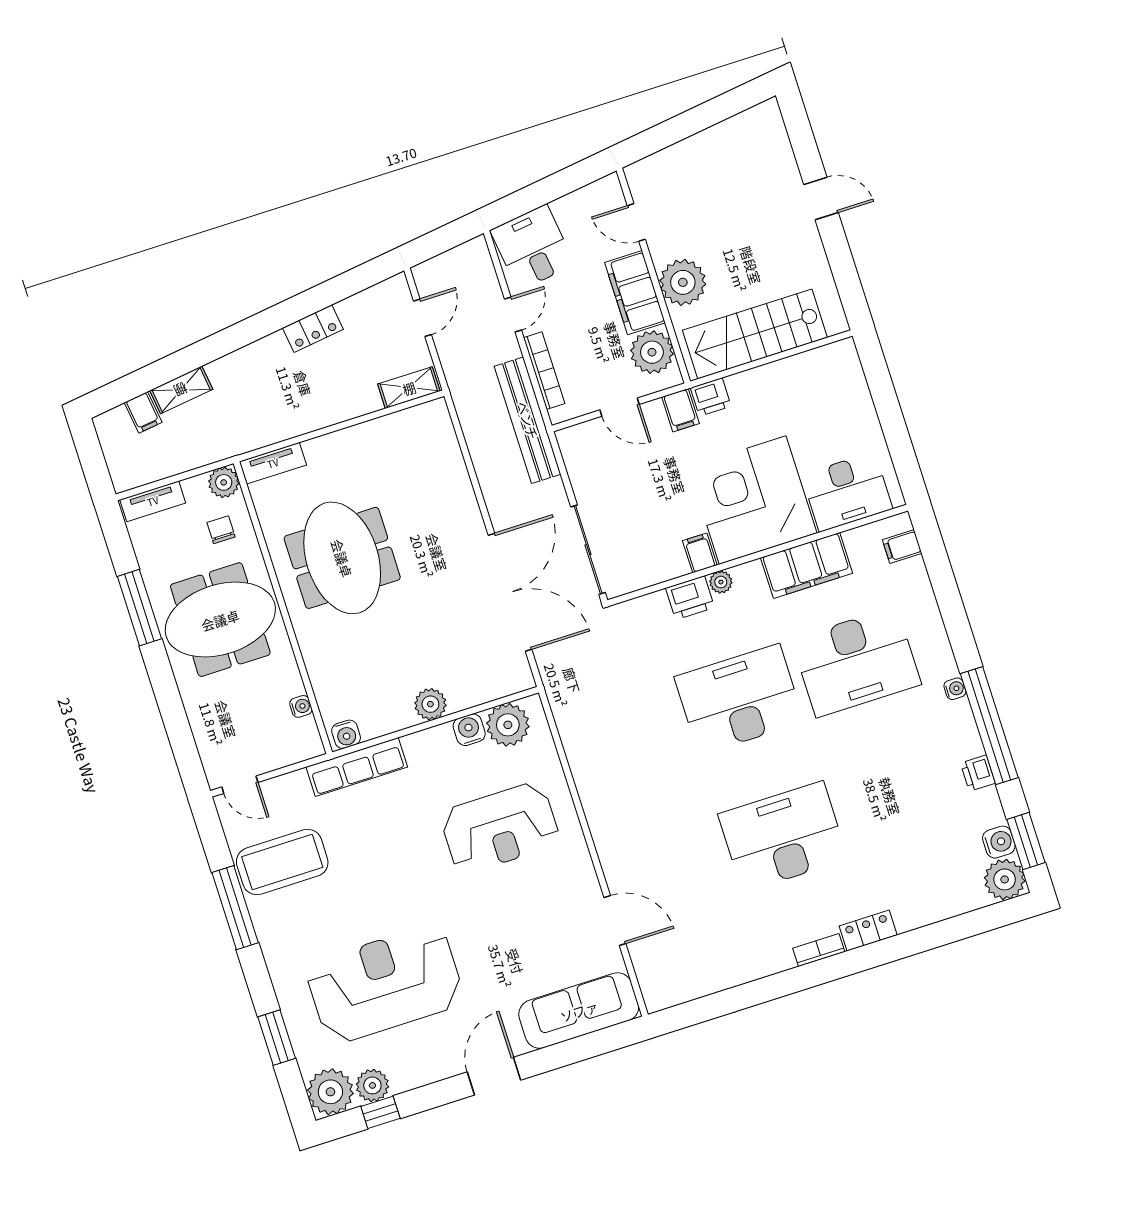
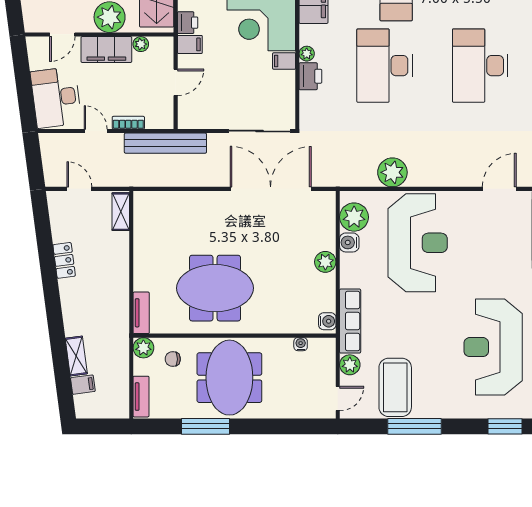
desk: (533, 247) -> (56, 97), width x1.37
plant: (652, 352) -> (141, 44), width x0.53, depth x0.53
bookcase: (544, 371) -> (128, 123), width x0.64
plant: (590, 760) -> (392, 172), added
plant: (294, 787) -> (350, 365), added
reception desk: (500, 828) -> (418, 243), width x1.36, depth x1.30

